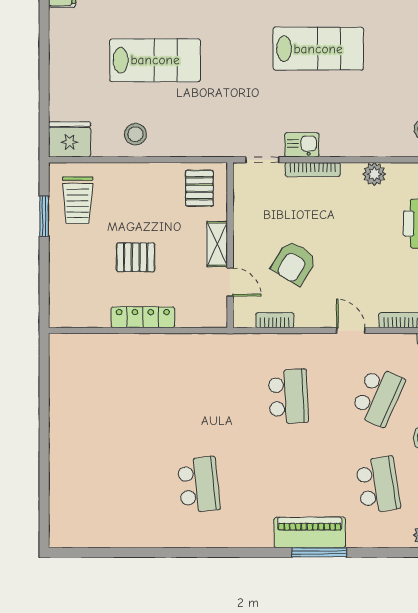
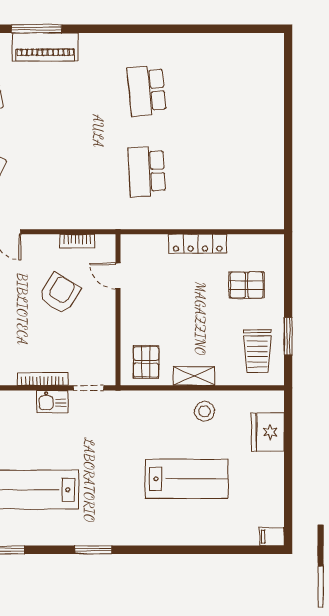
lab bench: (155, 60) -> (187, 479), turned 180
fridge: (70, 139) -> (268, 432), moved, turned 90
trolley: (78, 200) -> (257, 351), turned 180
shelving: (217, 244) -> (194, 376), moved, turned 90
pallet: (136, 257) -> (247, 285), moved
school desk: (288, 396) -> (147, 171), moved

